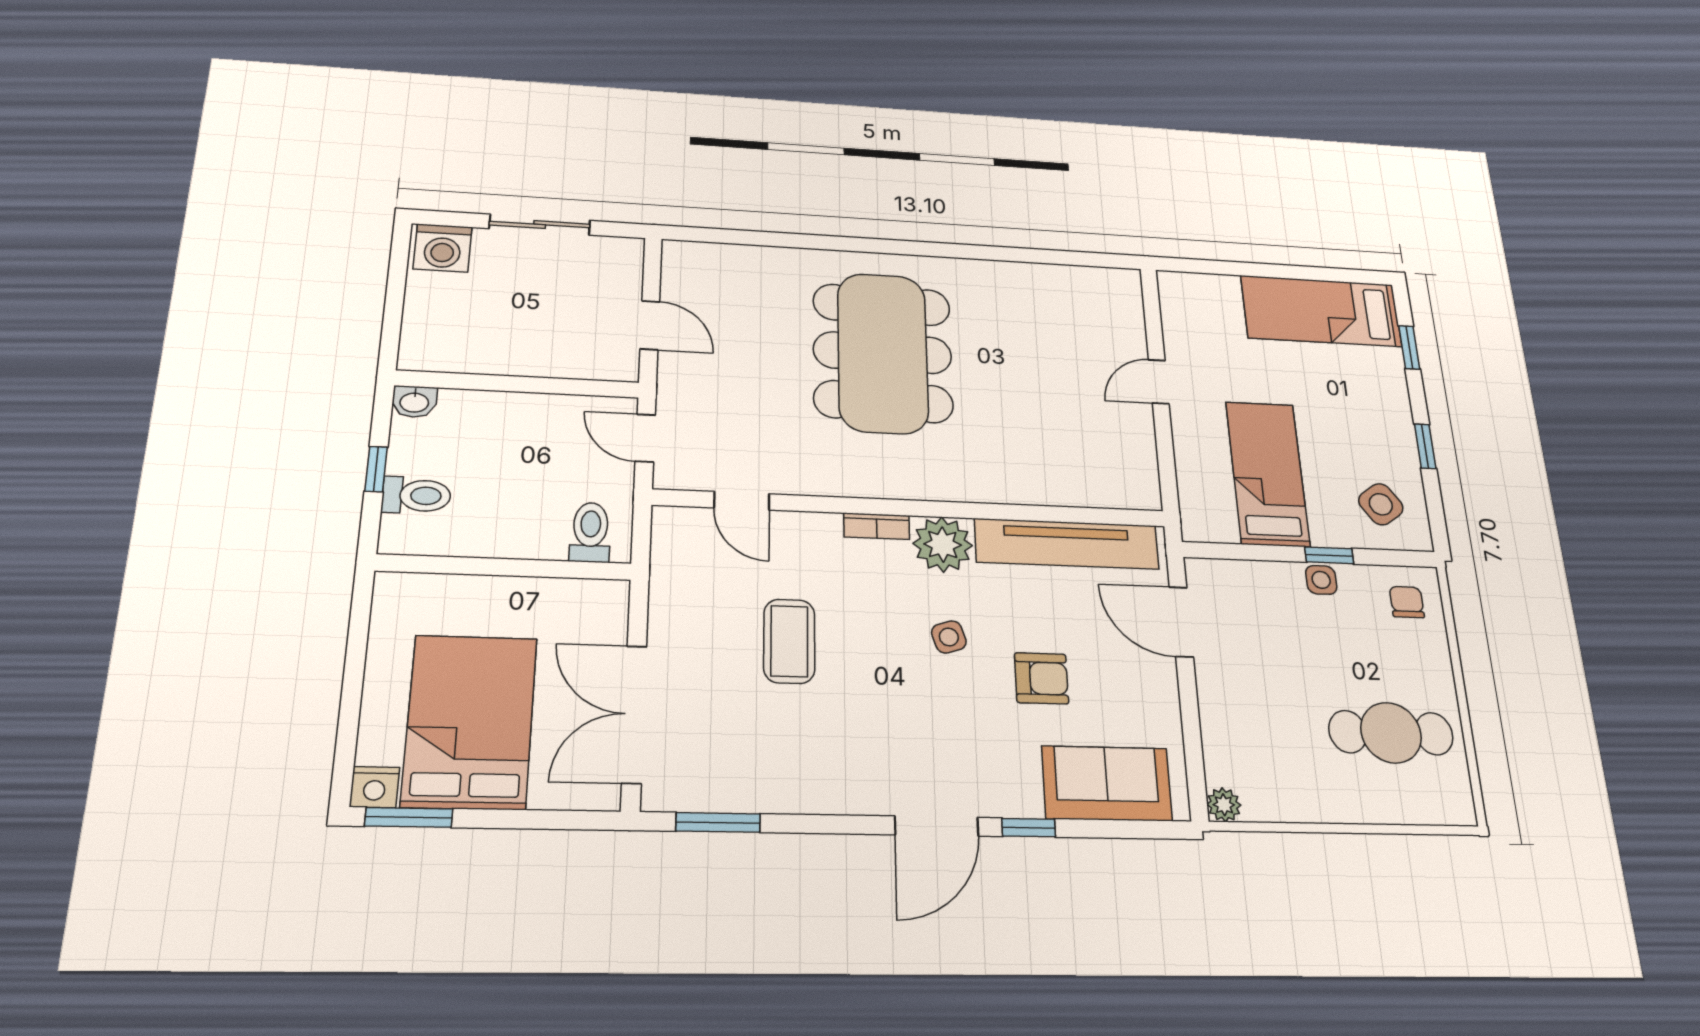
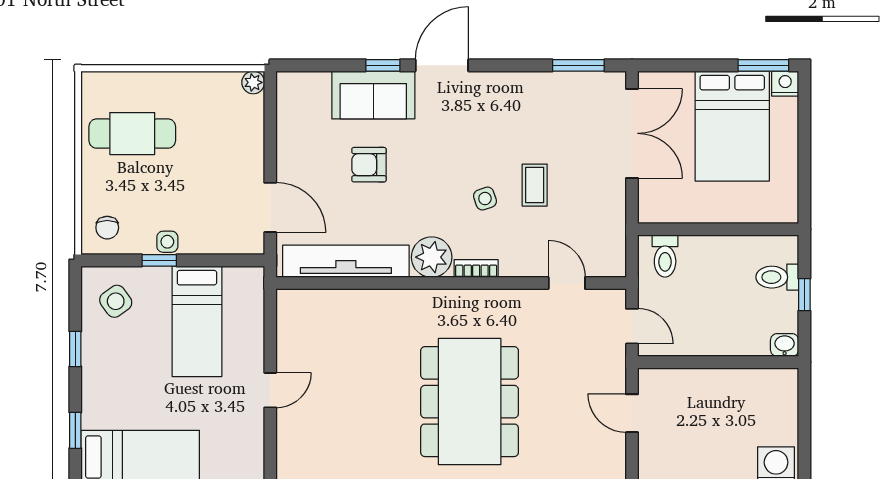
side table: (949, 637) -> (485, 199), moved
coffee table: (789, 641) -> (535, 185), width x0.73, depth x0.77
sofa: (1107, 783) -> (373, 95), moved

